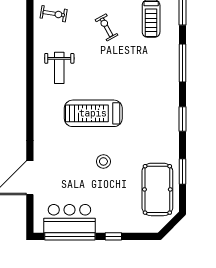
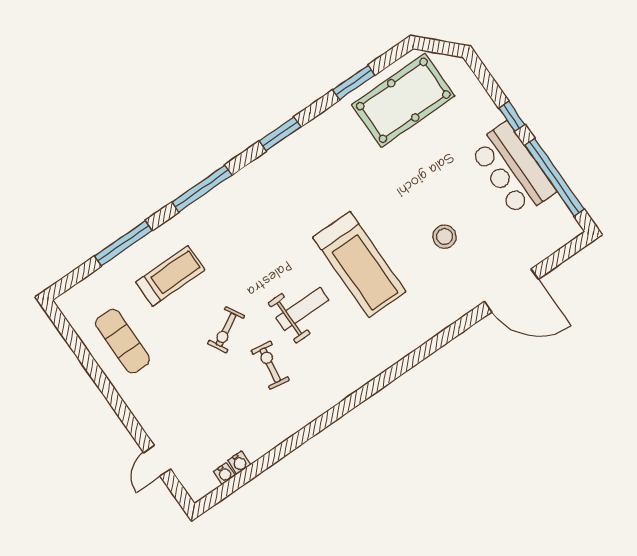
exercise bike: (54, 14) -> (270, 365), moved
weight bench: (59, 68) -> (302, 309), moved
stool: (103, 161) -> (445, 237), moved
bar counter: (69, 219) -> (512, 170), moved

